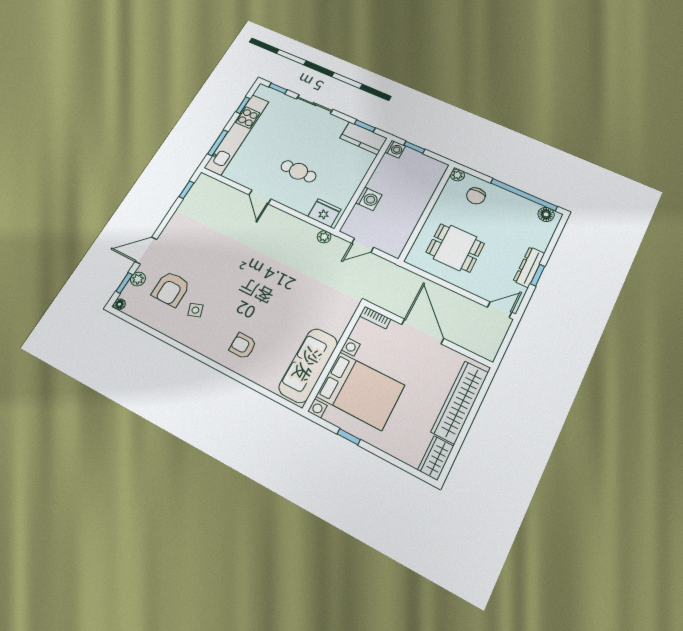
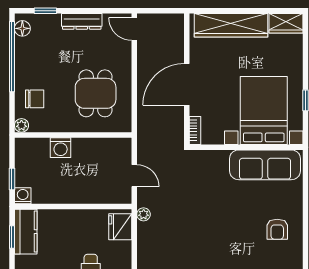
washing machine: (369, 199) -> (61, 148), moved, turned 180
window: (538, 275) -> (45, 11), moved

